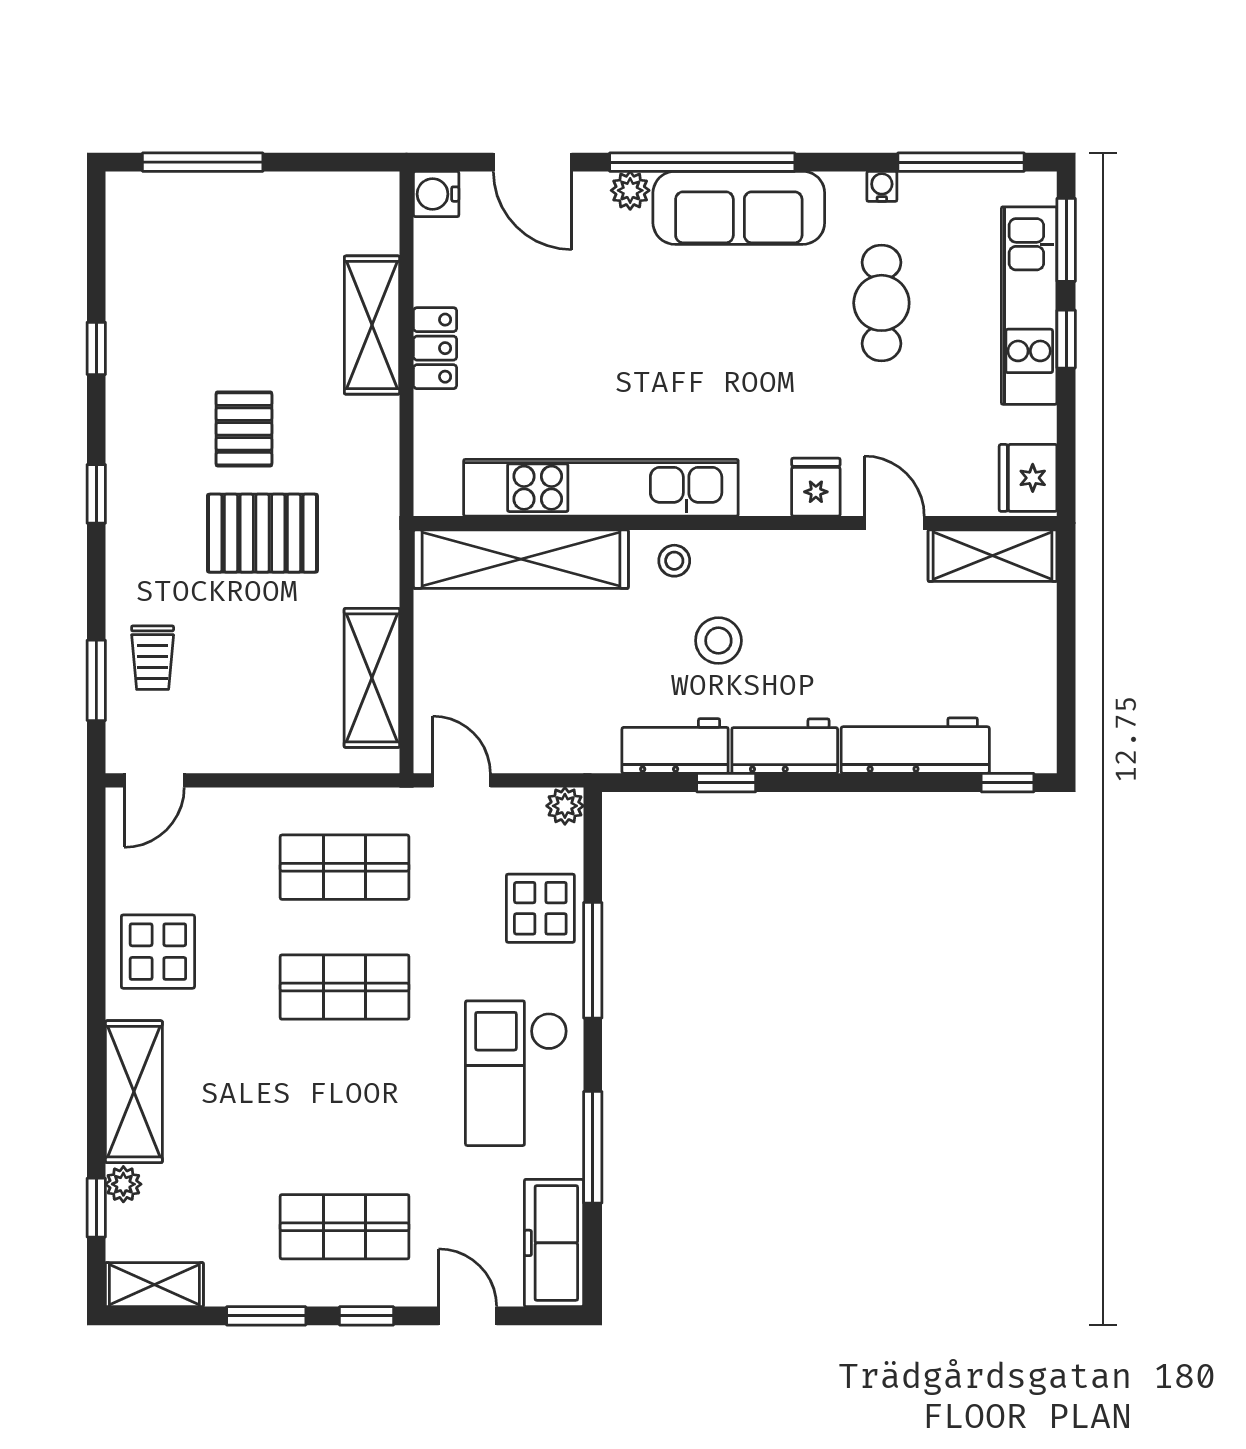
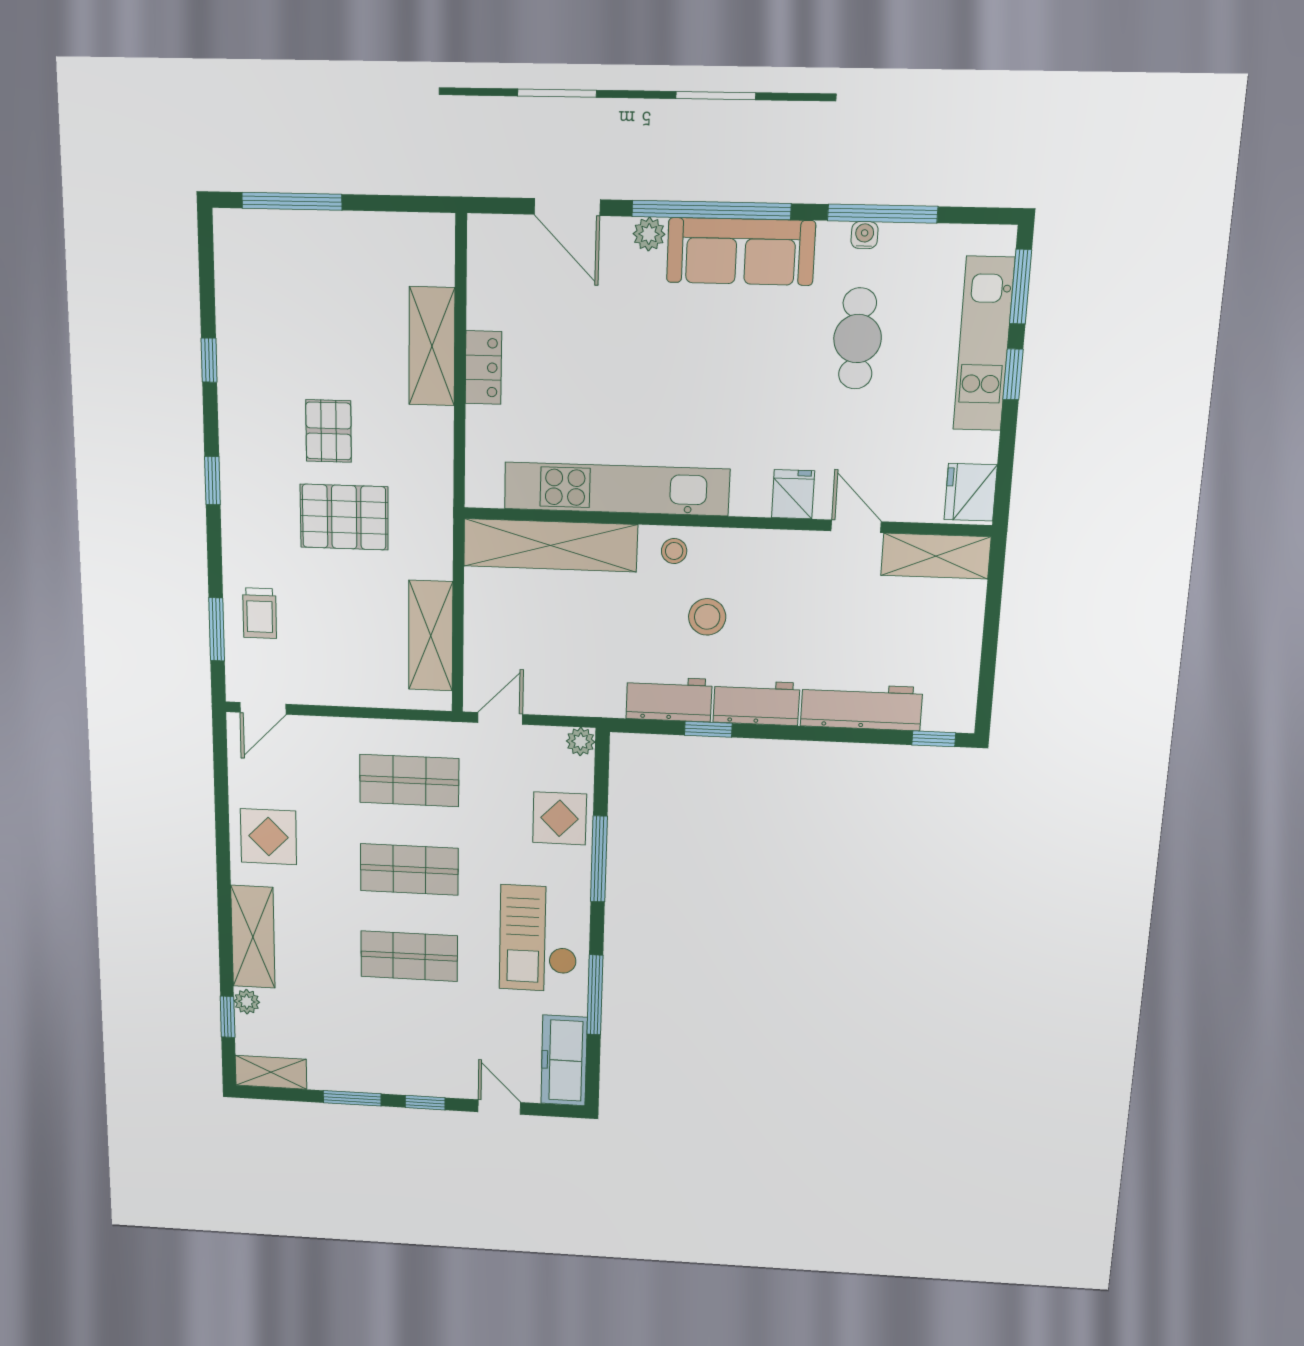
window: (961, 162) -> (882, 214), moved
water cooler: (436, 194) -> (486, 234), removed
door: (462, 780) -> (500, 718), hinge flipped
shop shelf: (345, 1227) -> (409, 956), moved

